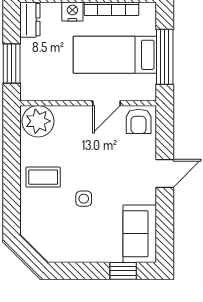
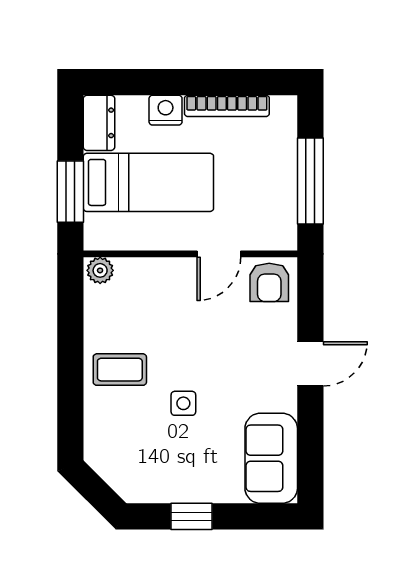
bed: (115, 55) -> (148, 182), moved, turned 180
plant: (38, 121) -> (100, 270), width x0.53, depth x0.53
window: (123, 271) -> (192, 516), moved

